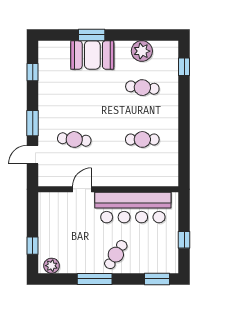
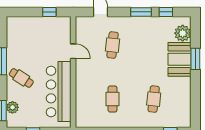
plant: (142, 51) -> (183, 33), moved
window: (33, 123) -> (141, 12), moved
window: (33, 246) -> (49, 12), moved
plant: (52, 266) -> (12, 107), moved

